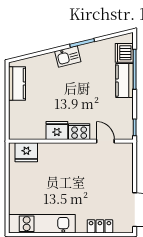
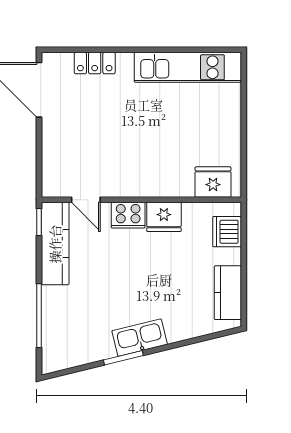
dishwasher: (124, 53) -> (227, 232), moved, turned 180
kitchen sink: (68, 57) -> (140, 338), width x1.38
kitchen counter: (125, 81) -> (55, 244), moved, width x1.50

